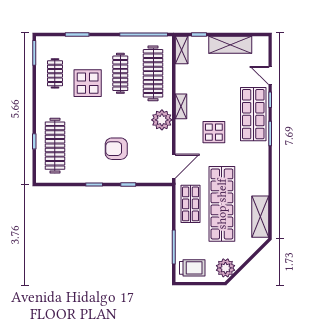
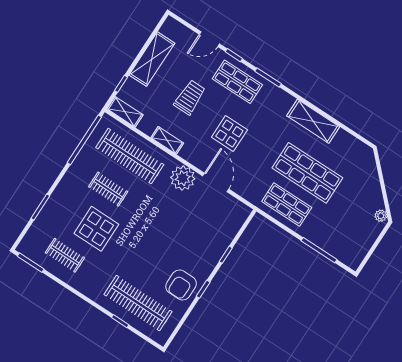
clothes rail: (120, 73) -> (108, 189), width x0.73
shelving: (181, 106) -> (167, 140), moved
shop shelf: (253, 114) -> (237, 82), width x0.70, depth x0.74
armchair: (116, 149) -> (181, 285), moved
door: (174, 166) -> (216, 183), moved
shop shelf: (222, 204) -> (307, 173), width x0.71
shelving: (260, 217) -> (313, 121), moved
trolley: (192, 268) -> (190, 97), moved
plant: (225, 268) -> (381, 216), width x0.53, depth x0.53

